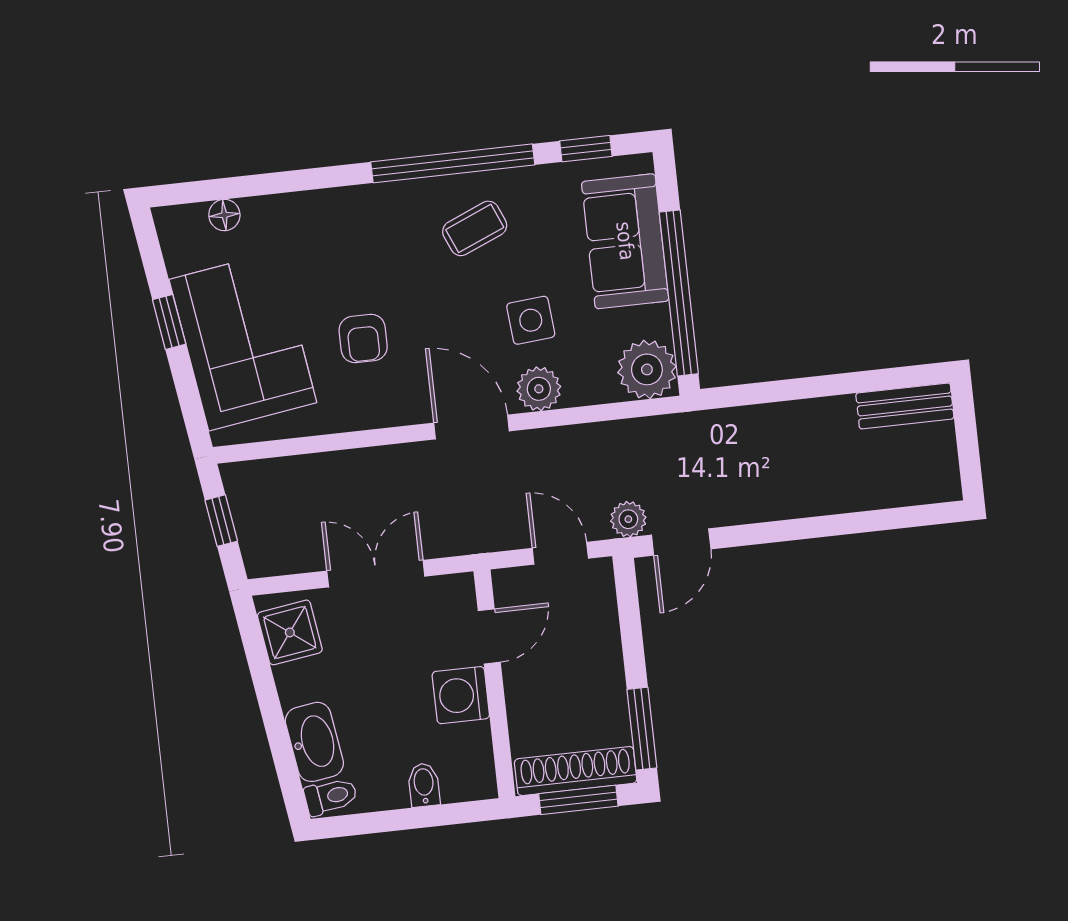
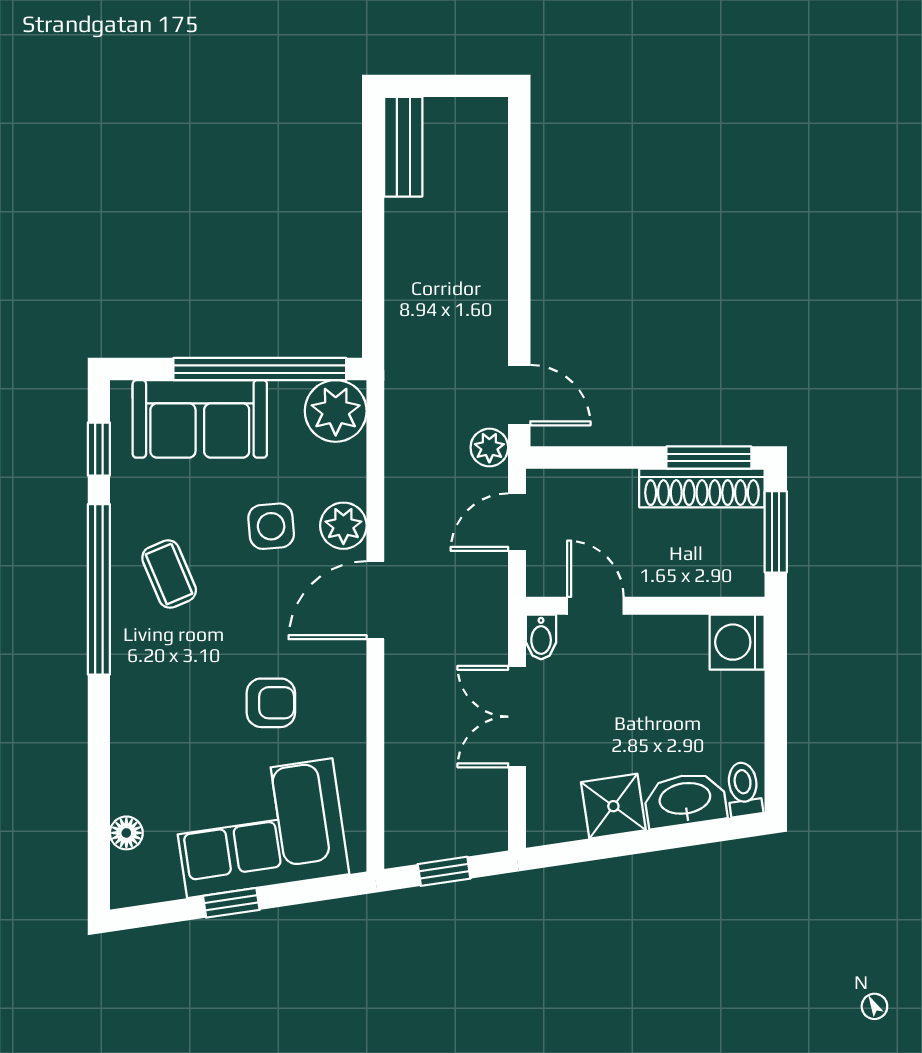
shower: (290, 632) -> (613, 806), moved
washing machine: (461, 695) -> (737, 642), moved, turned 90
shoe rack: (576, 771) -> (702, 488), moved, turned -90
bidet: (424, 785) -> (541, 637), moved, turned -90

